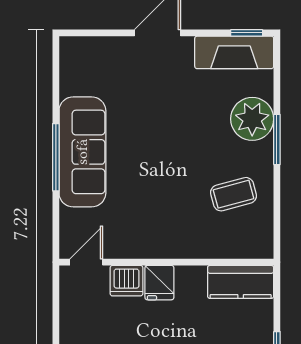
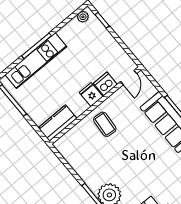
coffee table: (233, 194) -> (105, 124), moved, turned -70

